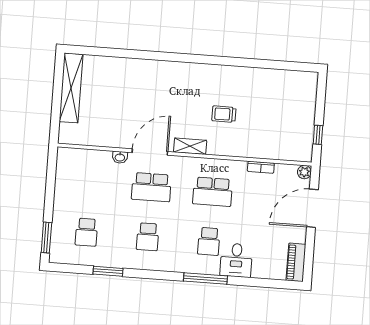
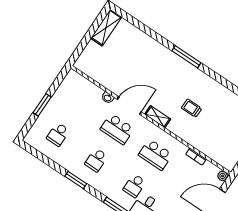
window: (184, 58) -> (186, 57), added
shelving: (71, 88) -> (106, 28), width x0.68
window: (46, 238) -> (42, 105), moved
window: (108, 271) -> (76, 180), moved

